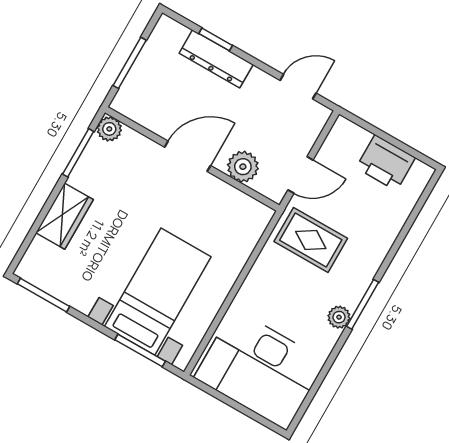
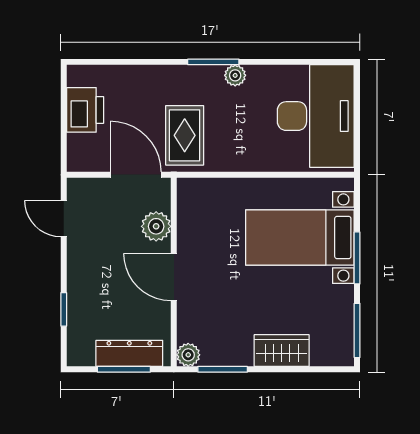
dresser: (216, 59) -> (129, 353), moved, turned -90
door: (300, 175) -> (136, 175), width x1.38
window: (140, 351) -> (357, 258), moved

